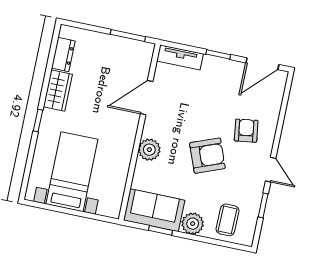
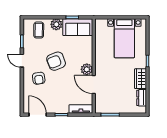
door: (262, 64) -> (38, 115), hinge flipped
door: (147, 98) -> (94, 85), swing flipped
plant: (149, 150) -> (87, 69), moved

